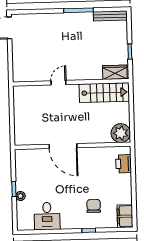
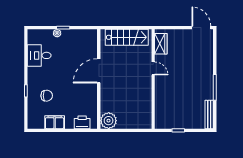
wardrobe: (115, 72) -> (161, 44), moved
stairs: (104, 93) -> (127, 37), moved, turned -90
filing cabinet: (125, 216) -> (55, 122), moved

